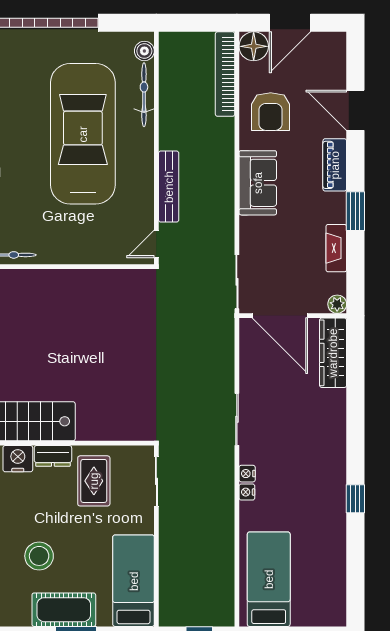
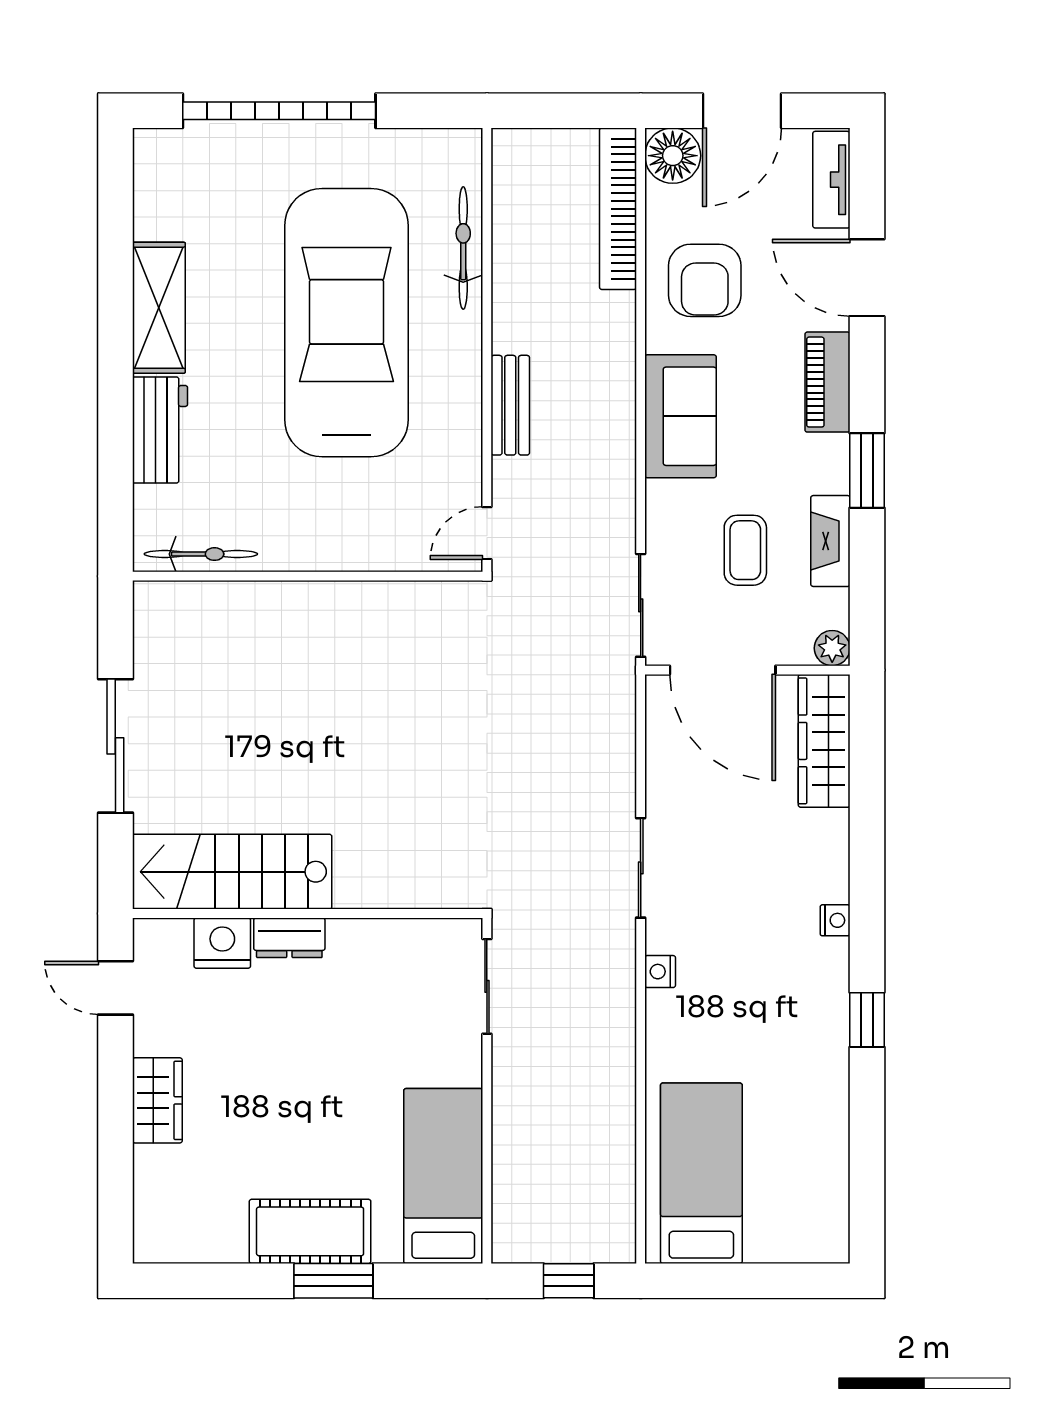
boiler: (144, 51) -> (464, 165), removed
tv unit: (337, 59) -> (831, 180), added
bench: (169, 187) -> (510, 405), width x0.73
coffee table: (292, 253) -> (745, 550), added
rug: (94, 481) -> (367, 985), removed
nightstand: (247, 492) -> (835, 920), moved, turned 180
stool: (39, 556) -> (263, 1129), removed

